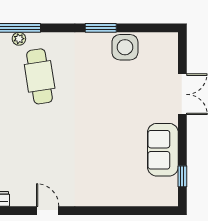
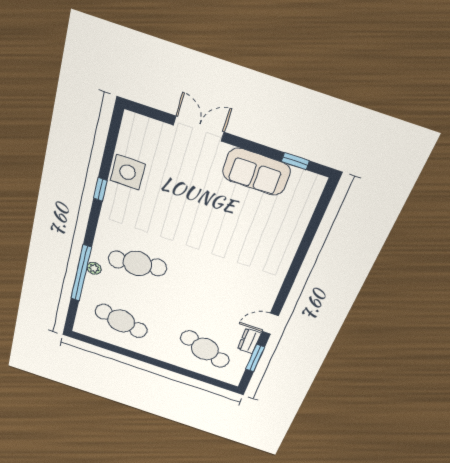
window: (101, 28) -> (100, 189), width x0.67
door: (48, 211) -> (270, 324), moved

